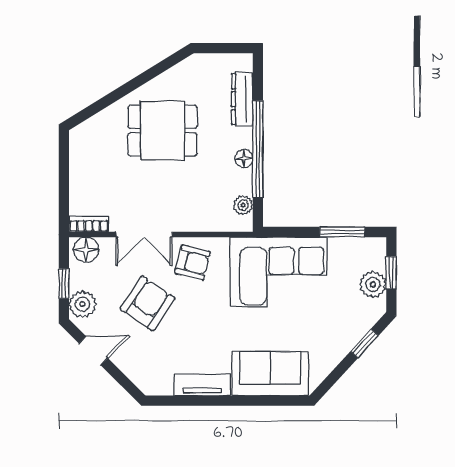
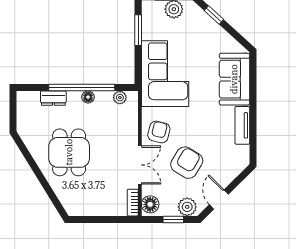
dresser: (242, 99) -> (53, 98), width x0.70
armchair: (147, 303) -> (187, 163), turned 87

